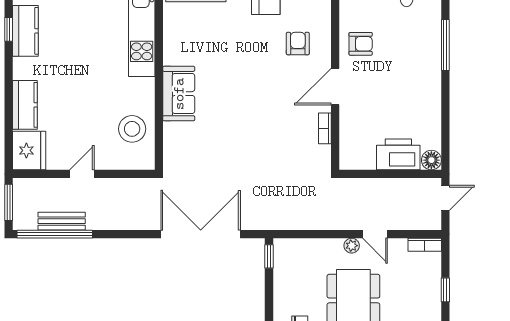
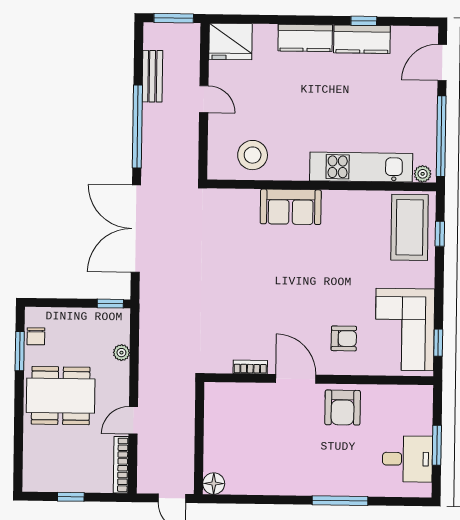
armchair: (361, 44) -> (343, 408), width x1.38, depth x1.38
kitchen counter: (25, 105) -> (305, 38), moved
printer: (398, 154) -> (220, 447), removed
window: (55, 234) -> (137, 127), moved
double door: (201, 234) -> (136, 229), swing flipped
bookcase: (425, 245) -> (121, 465), width x1.56
plant: (352, 246) -> (121, 353), moved

